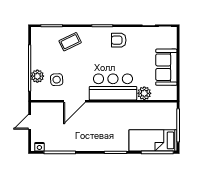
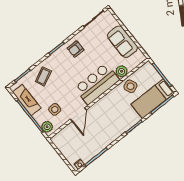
fireplace: (38, 51) -> (27, 100), added
plant: (37, 76) -> (47, 127), moved
side table: (142, 113) -> (130, 86), added
door: (30, 122) -> (59, 153), removed

